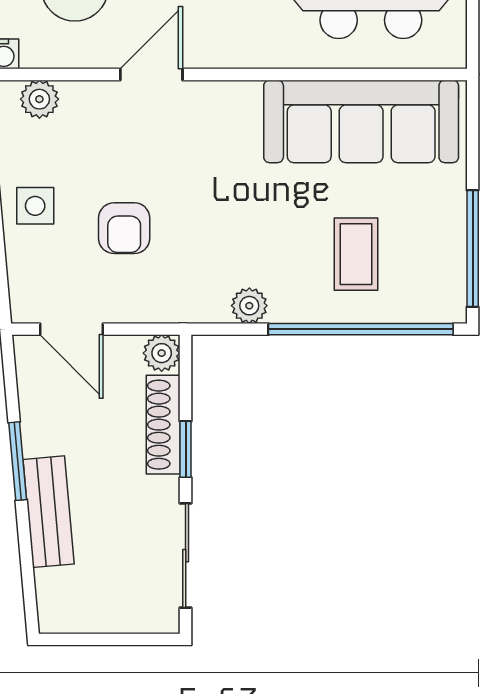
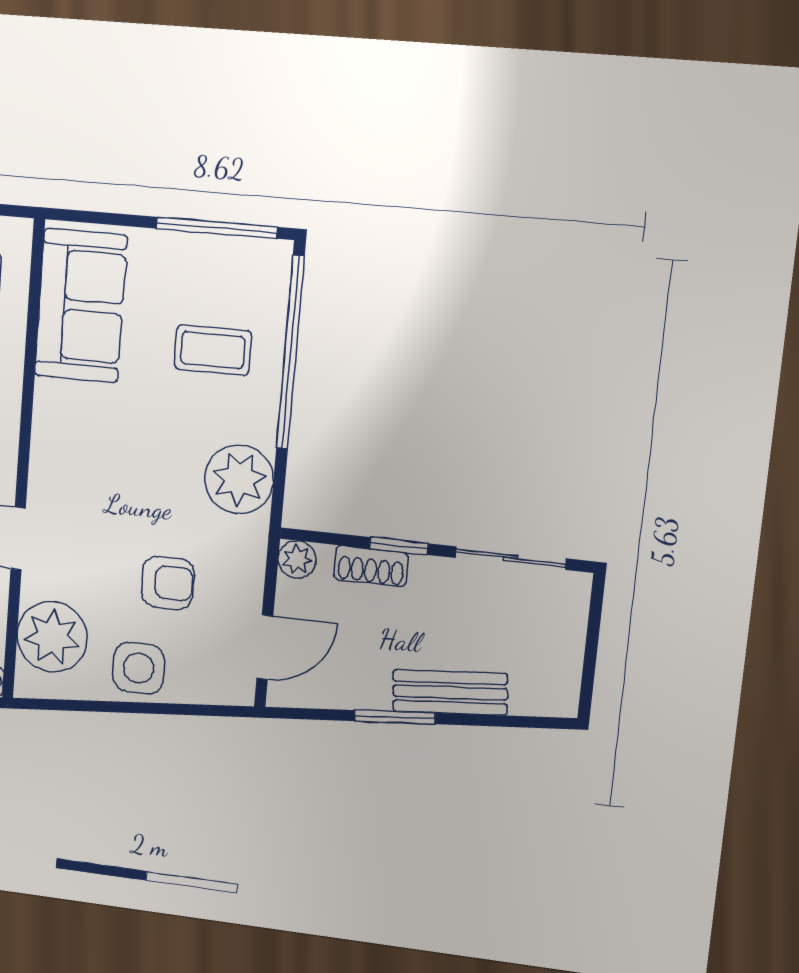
plant: (39, 99) -> (52, 637), width x1.88, depth x1.88
sofa: (361, 121) -> (81, 306), width x0.73
side table: (35, 206) -> (139, 668), width x1.37, depth x1.37
plant: (249, 306) -> (239, 479), width x1.88, depth x1.88
shoe rack: (163, 425) -> (371, 566), width x0.70

